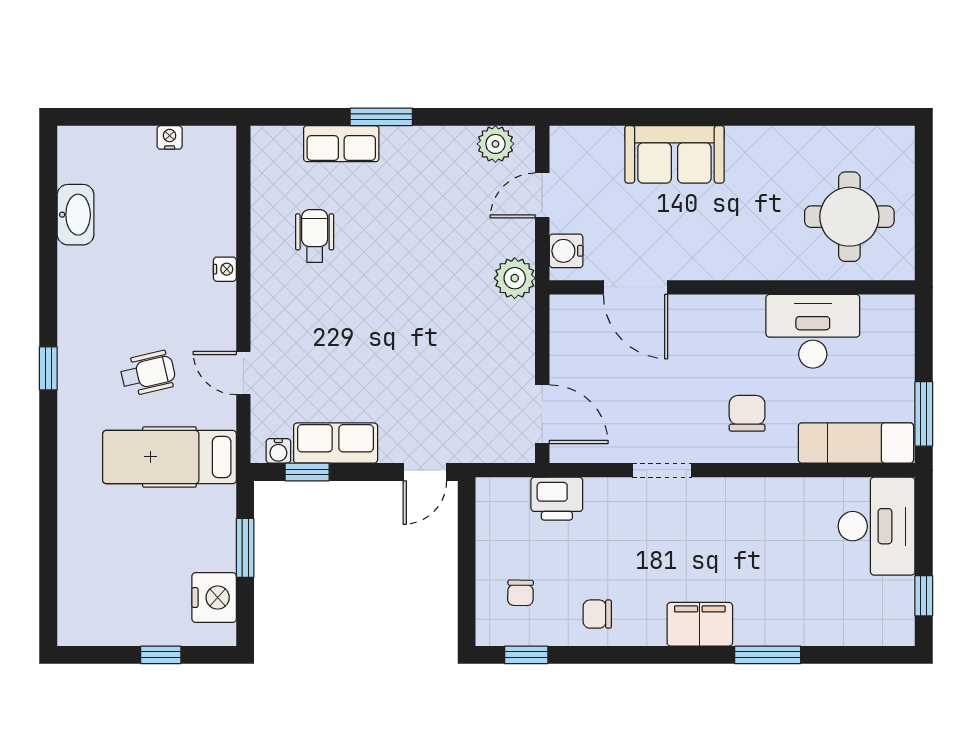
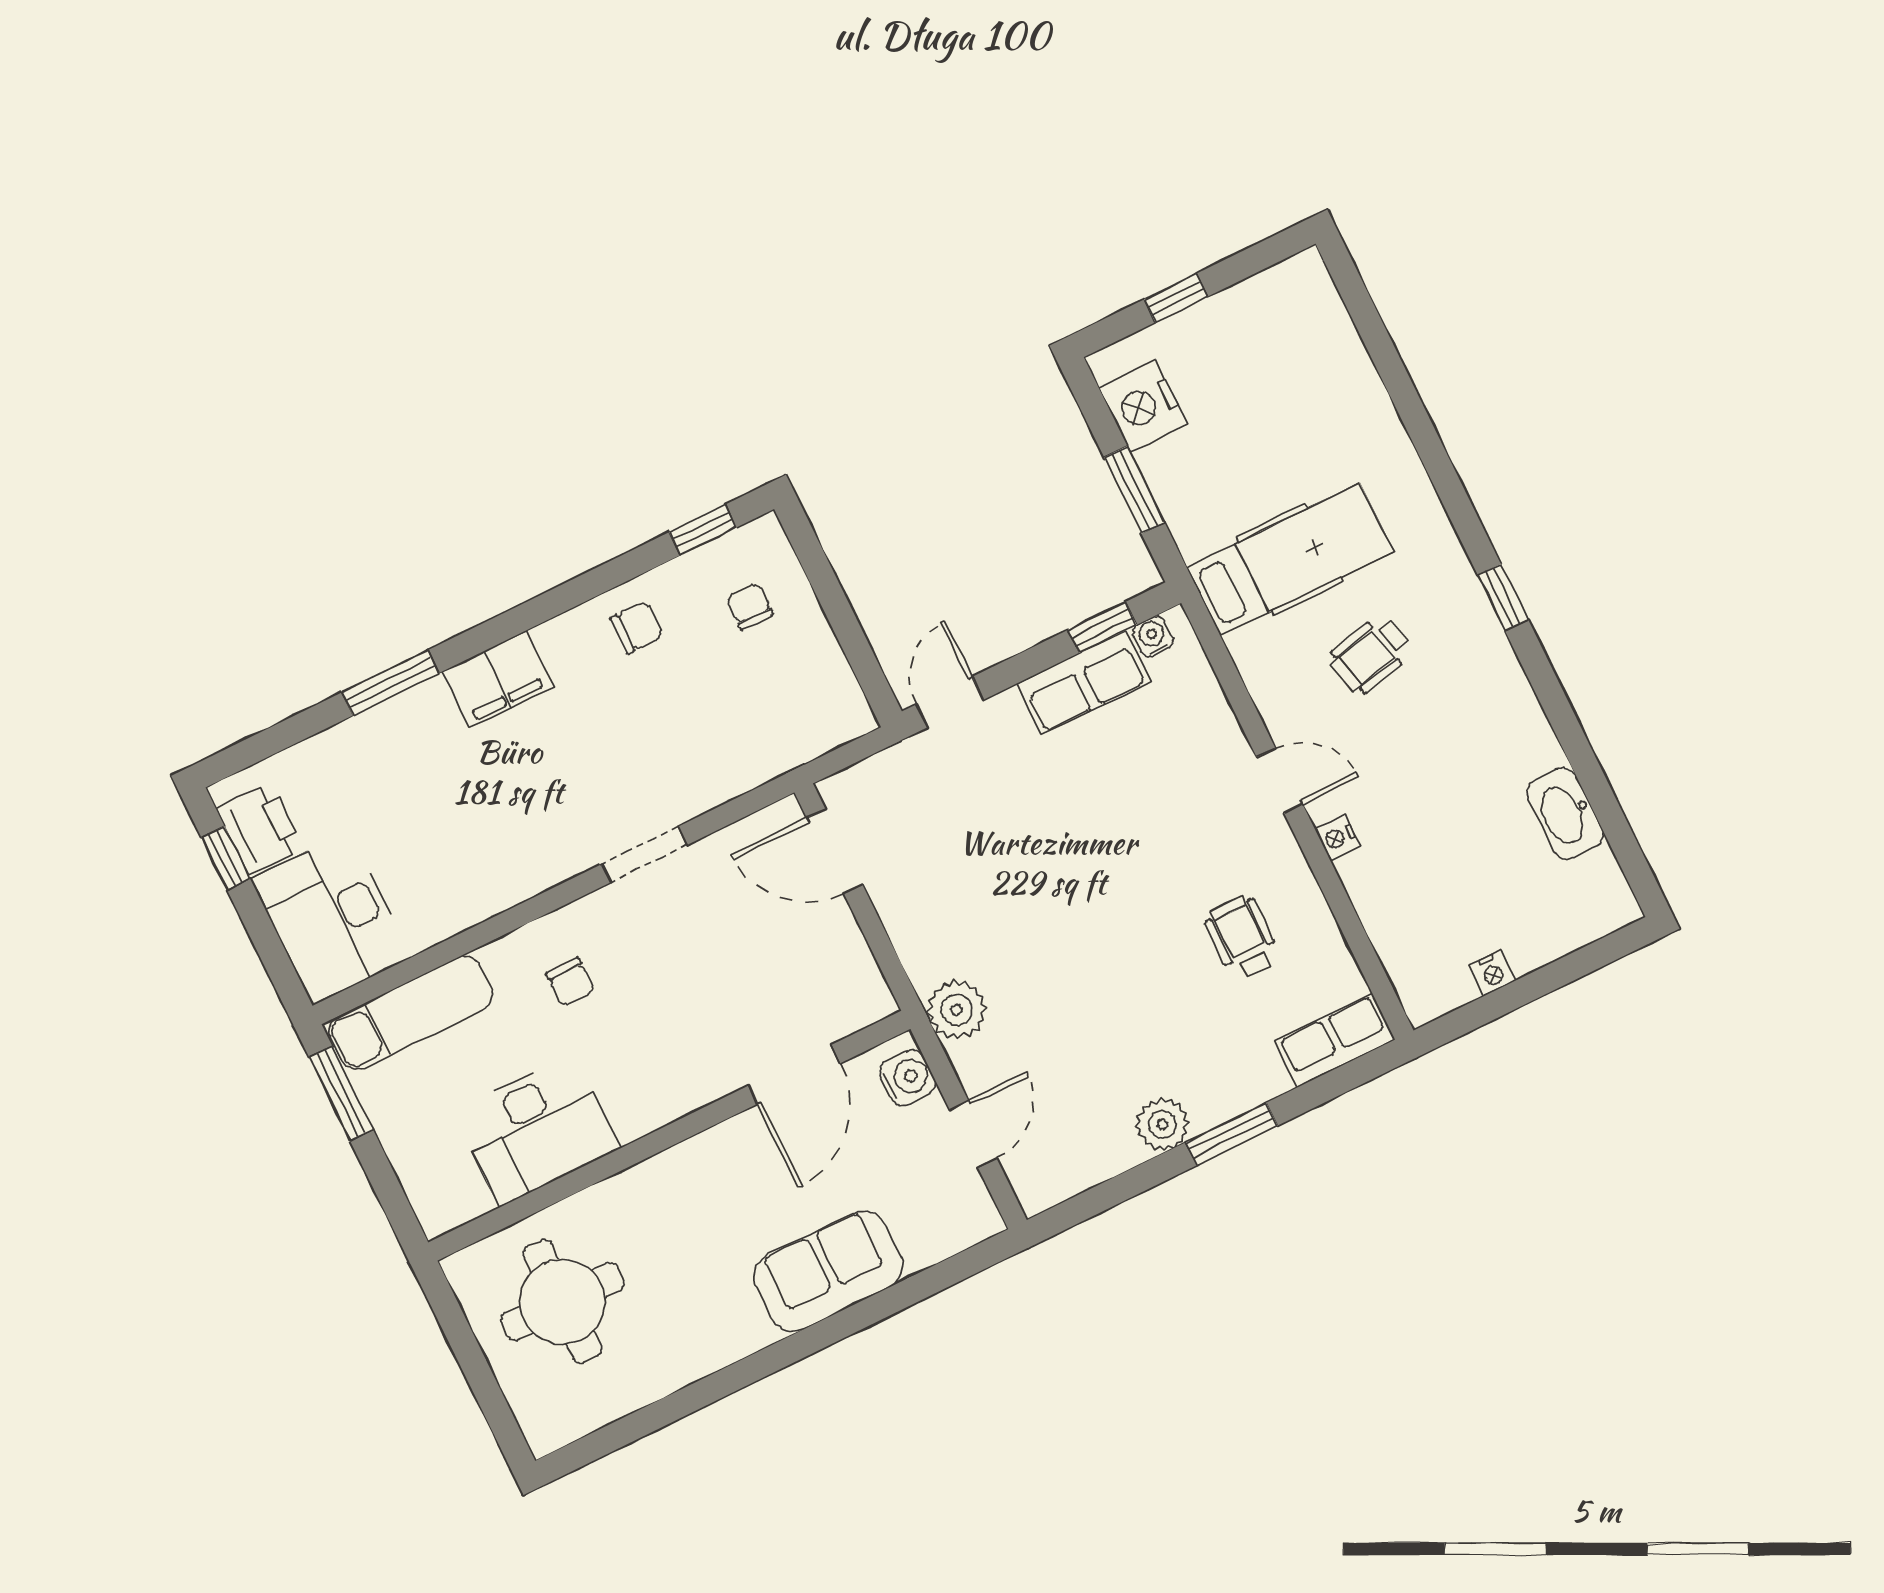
row of seats: (341, 144) -> (1335, 1040), moved
plant: (495, 144) -> (1162, 1124), moved
wheelchair: (315, 236) -> (1242, 937), turned 180
door: (636, 287) -> (794, 1074), swing flipped
door: (243, 373) -> (1280, 781), moved
chair: (747, 413) -> (570, 982), width x0.73, depth x0.73
printer: (557, 499) -> (260, 829), moved, turned 90

